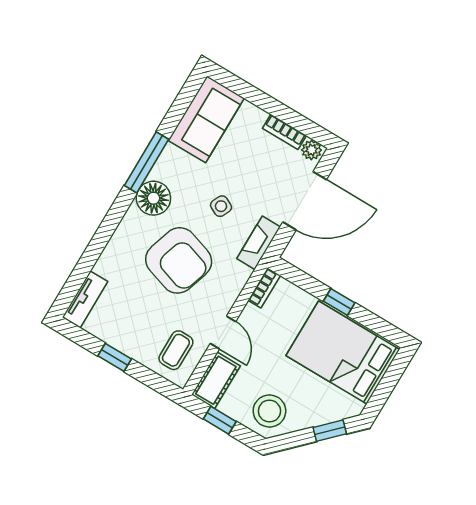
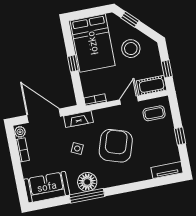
floor lamp: (153, 198) -> (87, 182), moved
stool: (269, 411) -> (131, 49), moved

